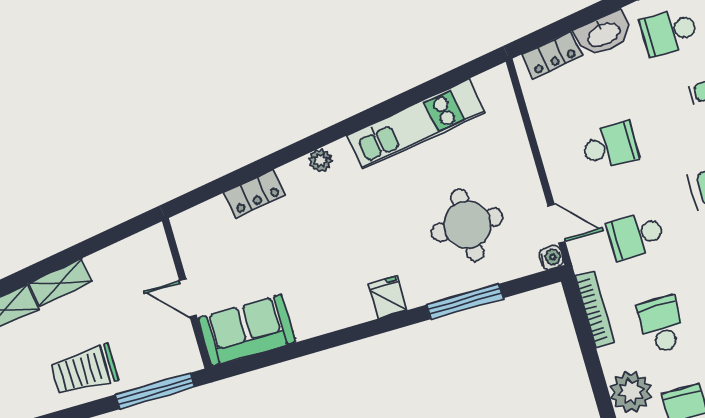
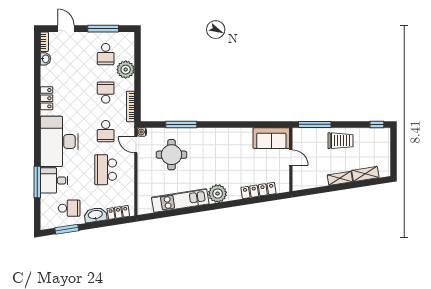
school desk: (610, 146) -> (106, 170), width x1.85
plant: (321, 160) -> (218, 194), width x1.87, depth x1.87
locker: (255, 194) -> (258, 190), width x1.53
school desk: (636, 235) -> (106, 131), turned 90
fridge: (388, 297) -> (211, 135), removed
school desk: (662, 325) -> (106, 93), turned 180

